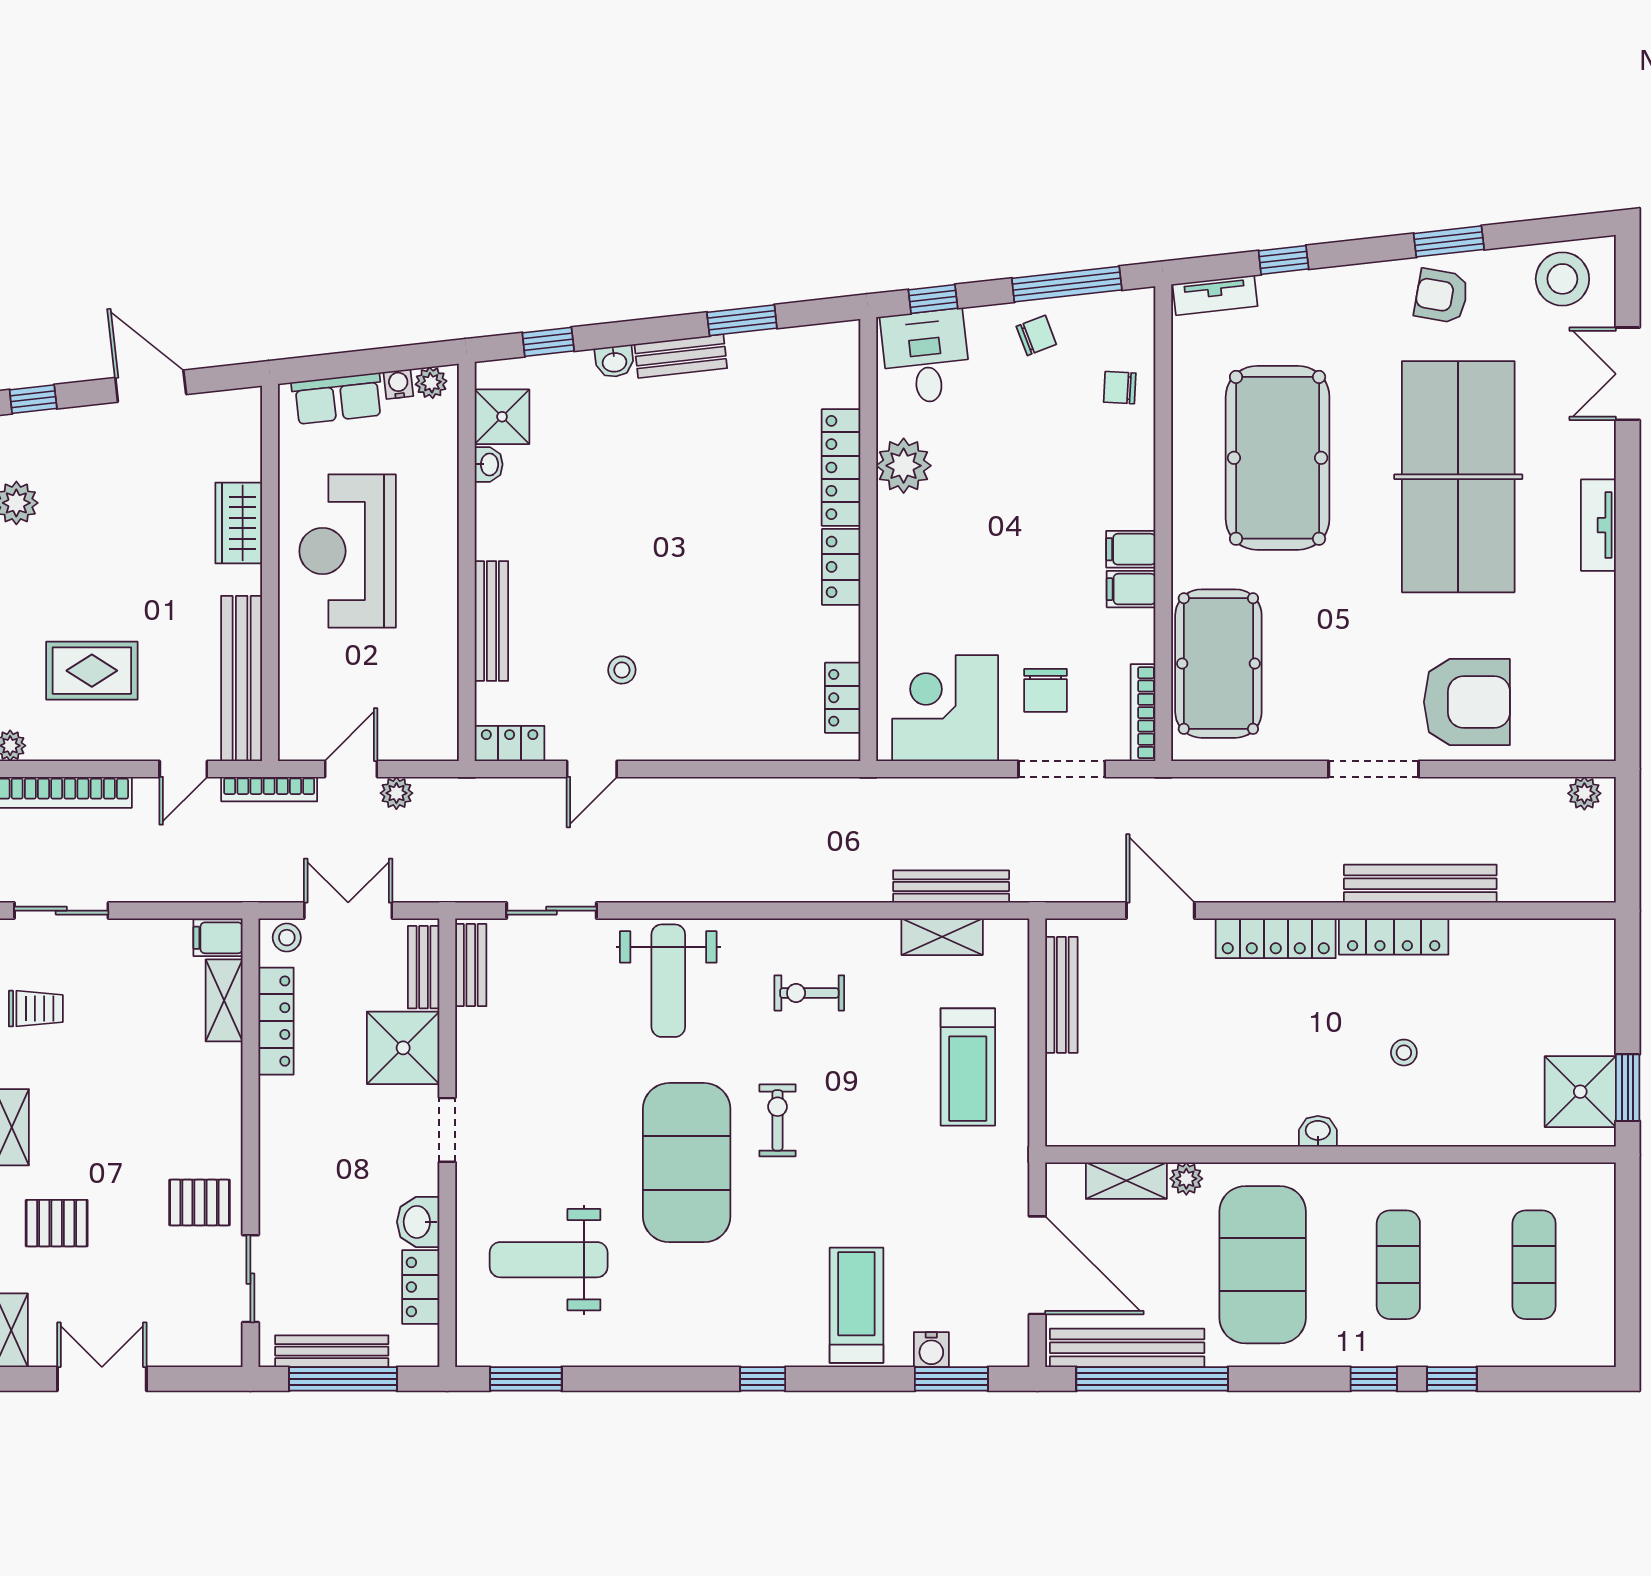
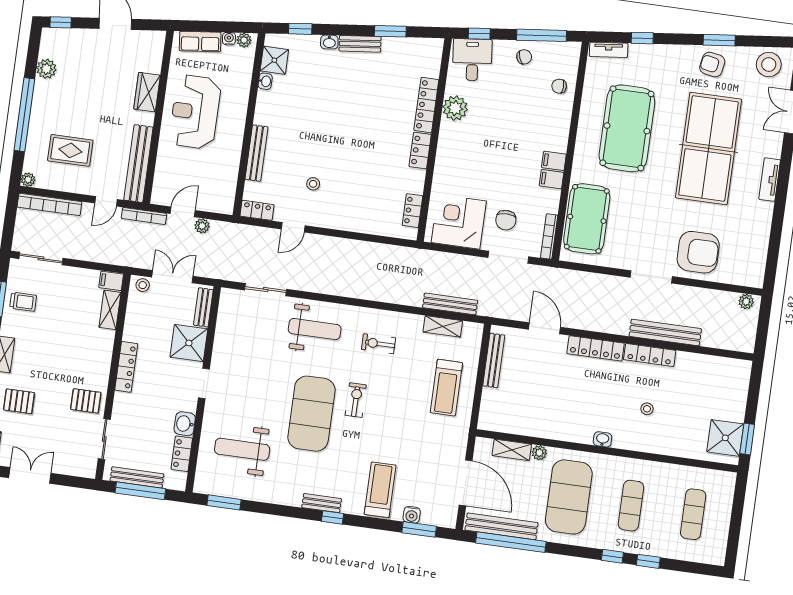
bench: (471, 965) -> (322, 503), moved, turned 90
weight bench: (668, 981) -> (315, 329), turned -90
locker: (276, 1021) -> (126, 367), moved

